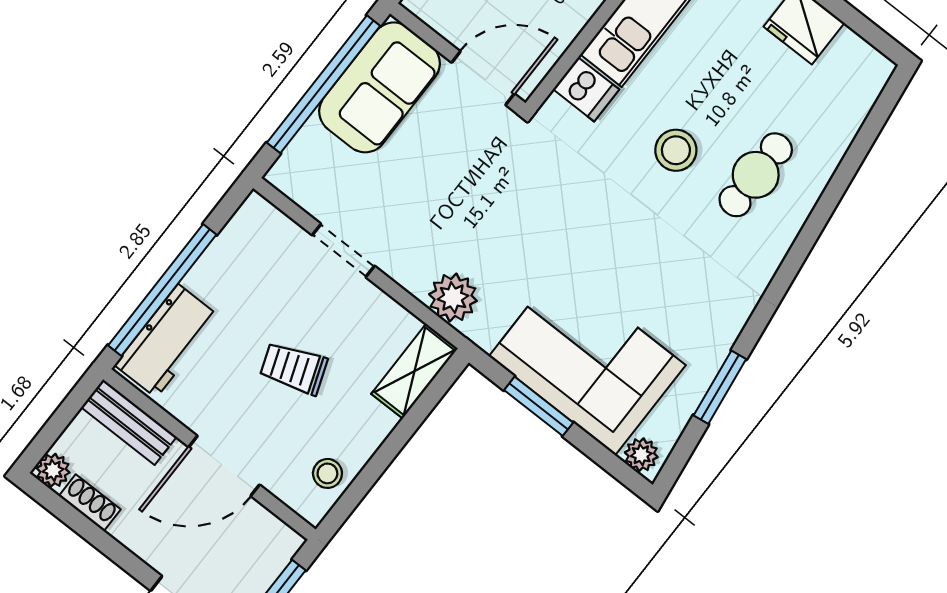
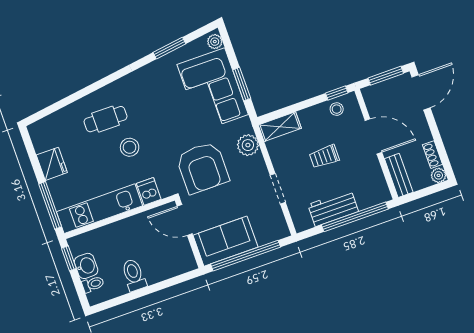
armchair: (512, 200) -> (202, 168), added
workbench: (167, 341) -> (333, 208), moved
trolley: (294, 368) -> (324, 156), turned 110
window: (347, 504) -> (337, 93), added

